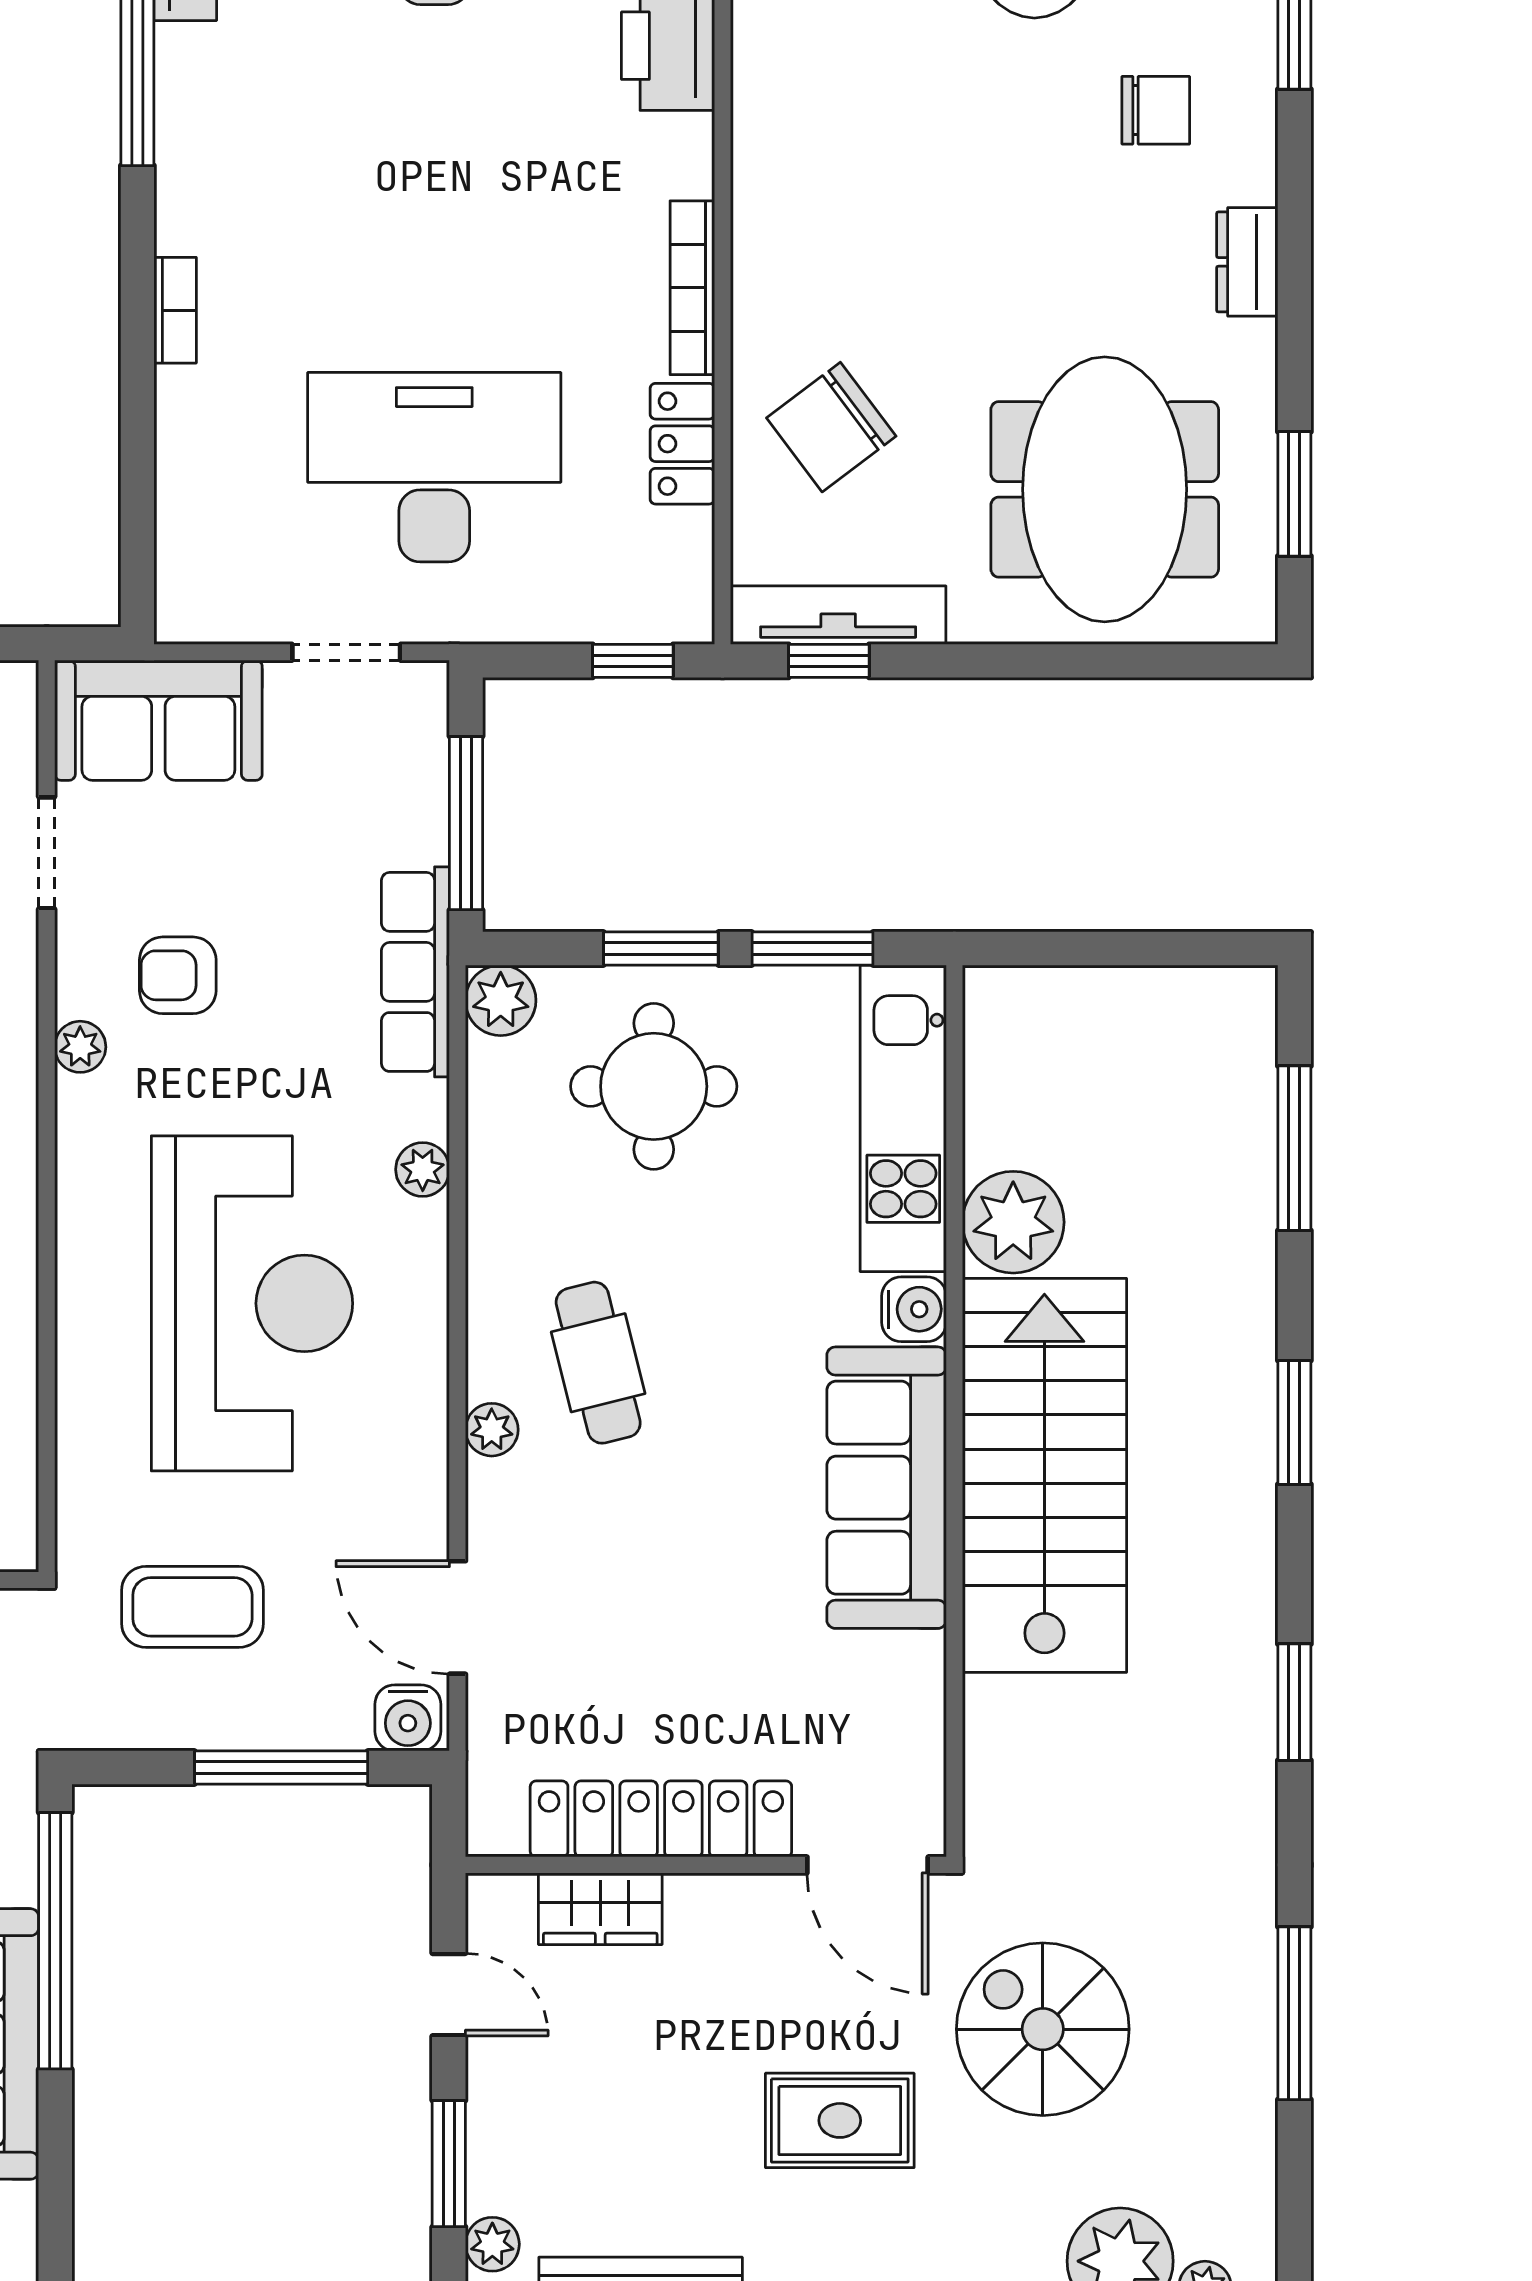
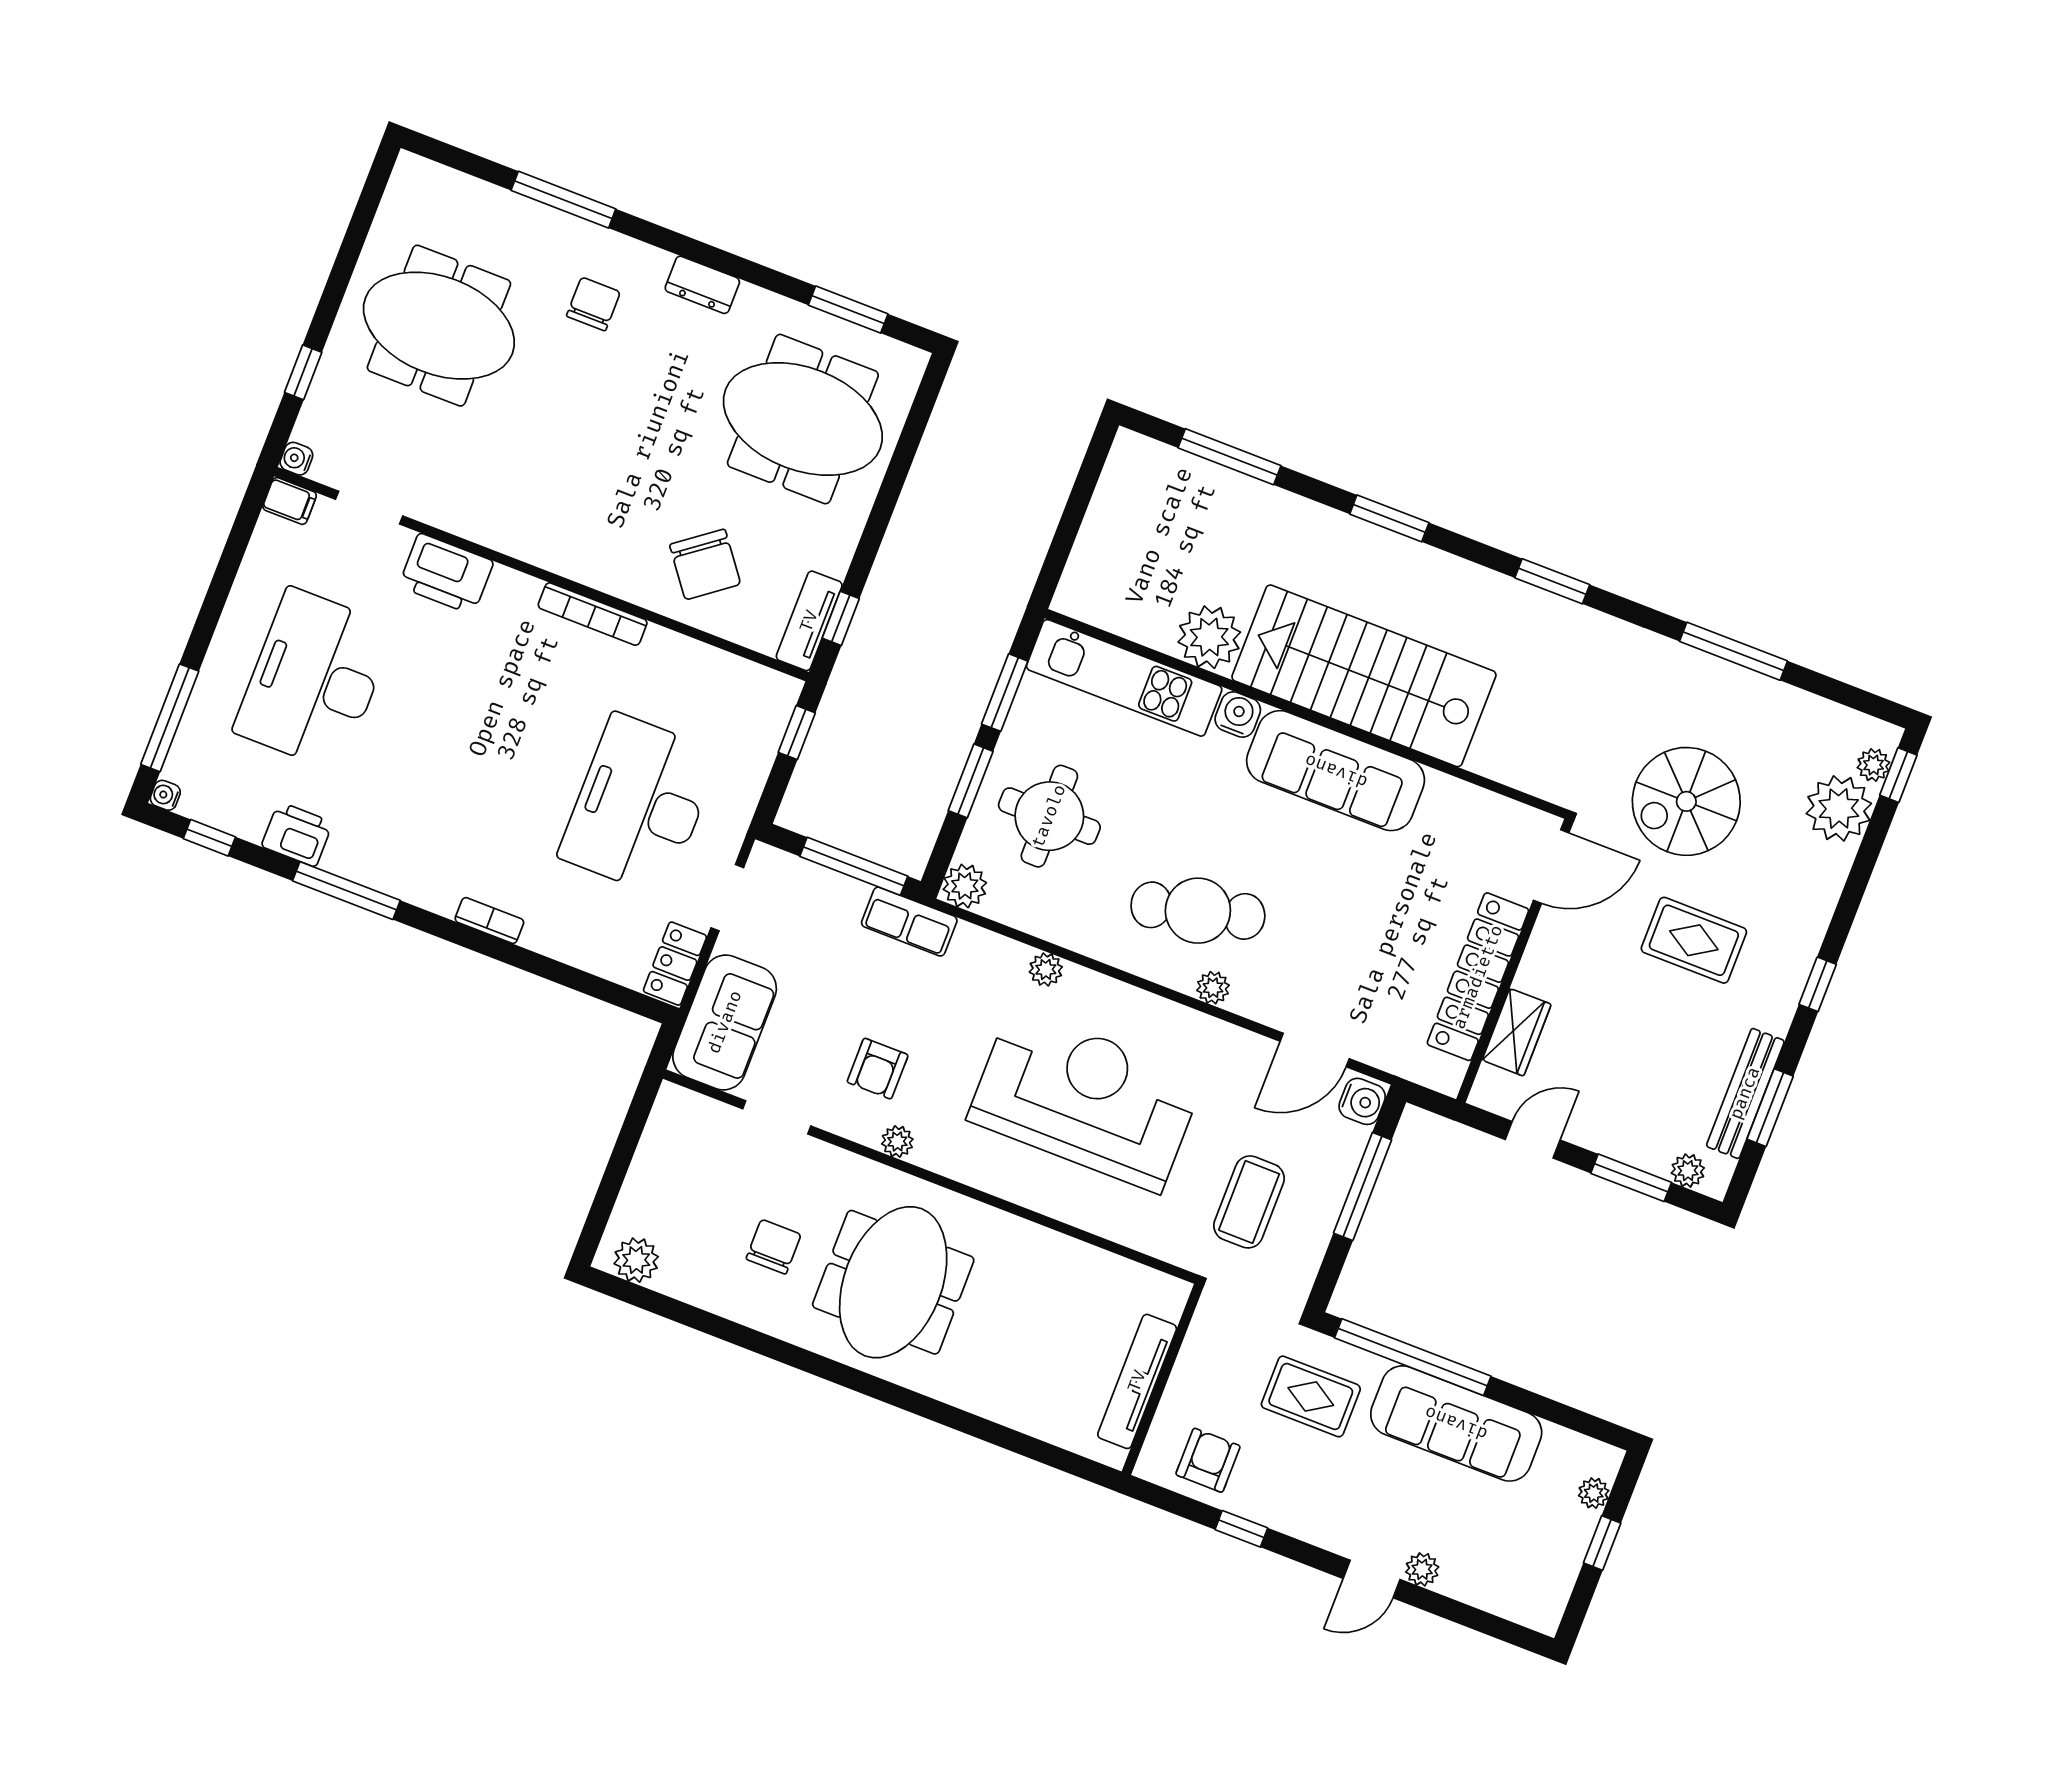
locker: (682, 444) -> (675, 964), moved, turned 90
tv unit: (838, 615) -> (809, 621), width x0.71
row of seats: (415, 972) -> (909, 922), width x0.68
cafe table: (598, 1363) -> (1198, 911), width x1.37, depth x1.35
rug: (840, 2120) -> (1694, 940), turned 90

